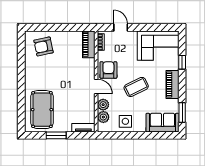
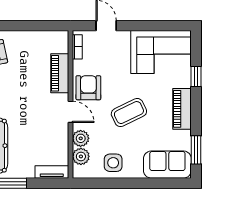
piano: (89, 44) -> (60, 73), moved

